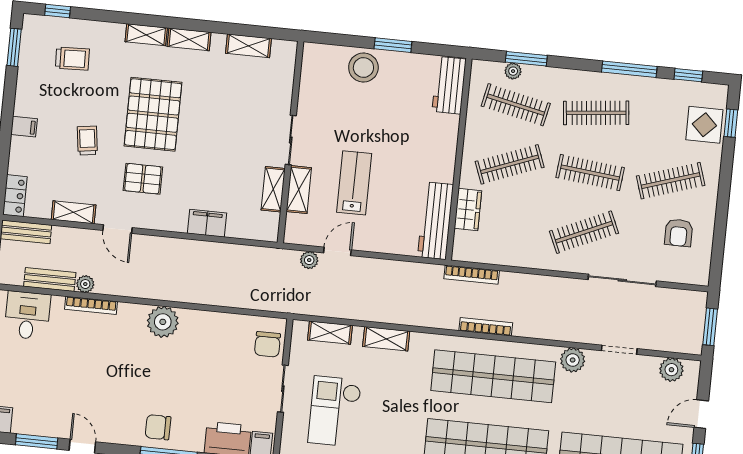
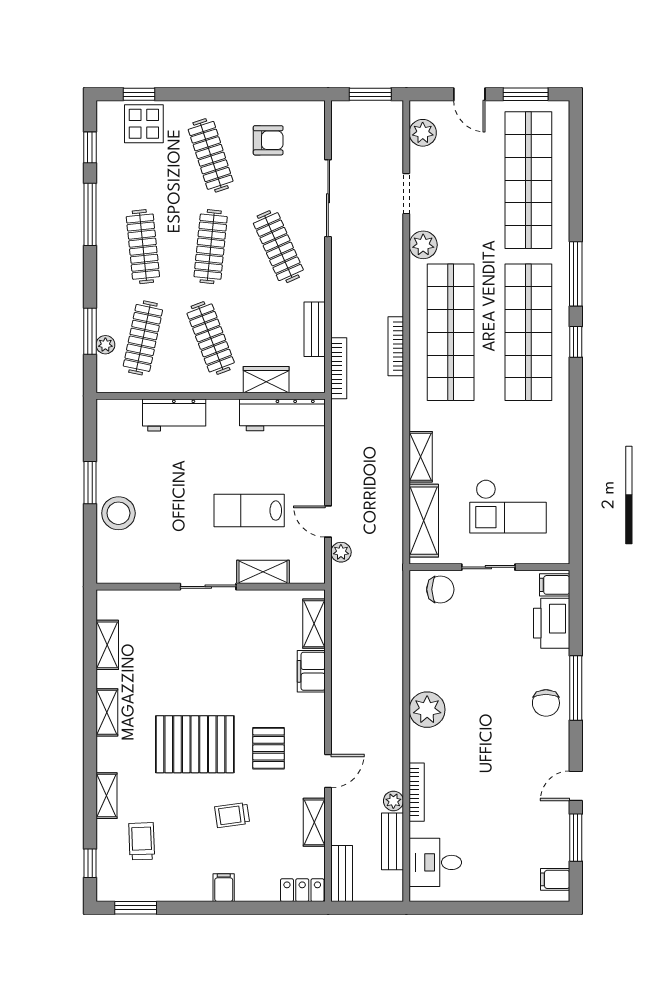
shelving: (146, 35) -> (106, 796), moved
workbench: (449, 85) -> (174, 415), moved
shelving: (273, 189) -> (314, 624), moved, turned 90
bench: (508, 257) -> (315, 329), added
shelving: (330, 333) -> (424, 521), width x1.50, depth x1.33

